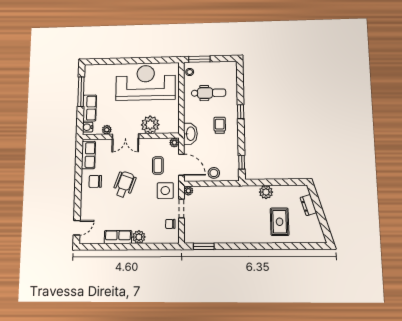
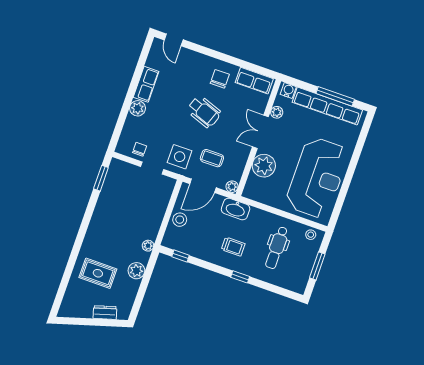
window: (199, 59) -> (317, 266), moved
row of seats: (90, 108) -> (327, 106), width x2.02
plant: (188, 191) -> (148, 246), moved

